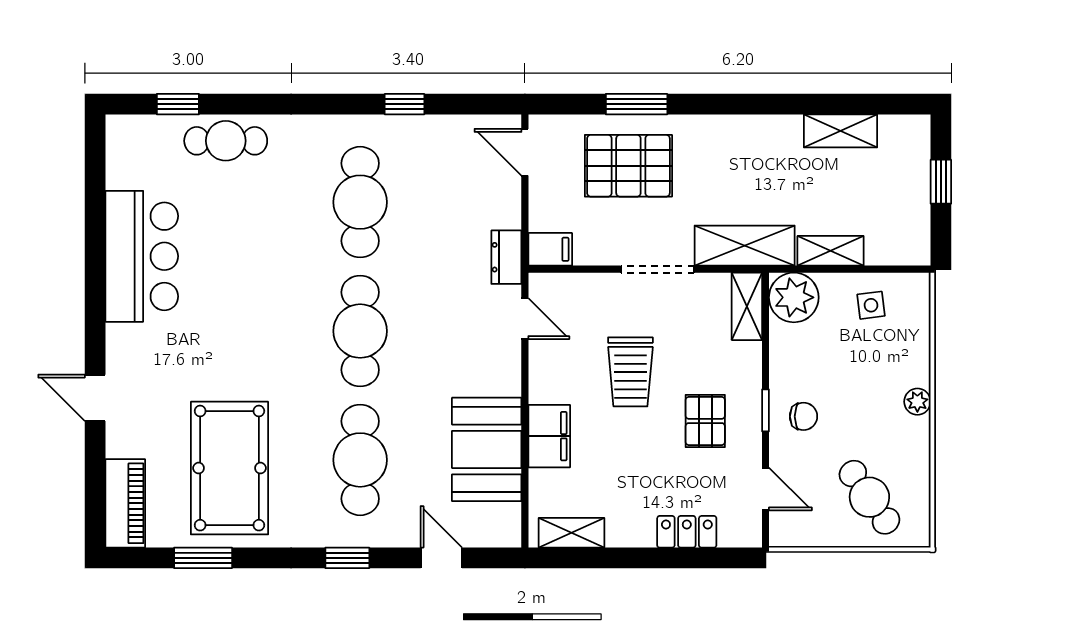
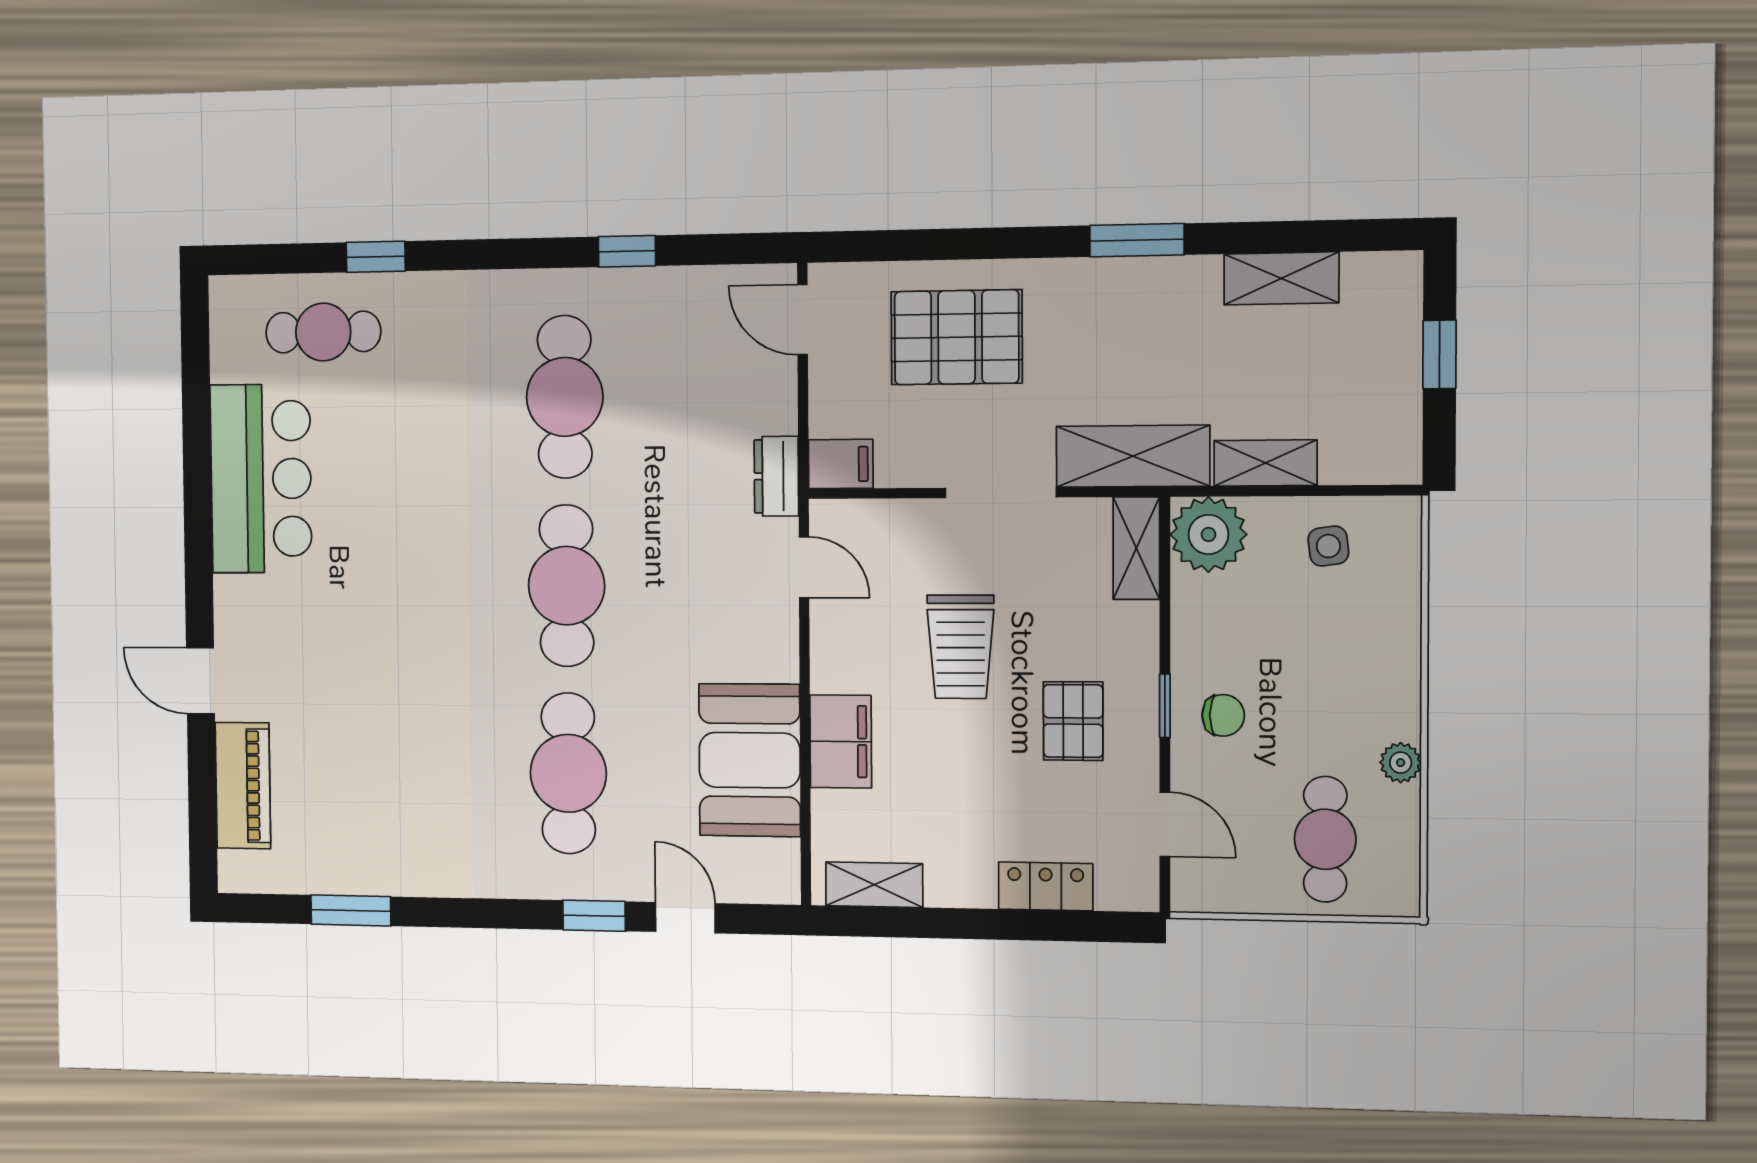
window: (178, 104) -> (376, 257), moved
window: (637, 104) -> (1137, 240), moved
cafe table: (226, 141) -> (323, 332), moved
plant: (917, 402) -> (1401, 763), moved
pool table: (229, 468) -> (386, 783), removed
cafe table: (869, 497) -> (1325, 839), turned 35
piano: (125, 503) -> (243, 786), moved
window: (347, 558) -> (594, 916), moved

